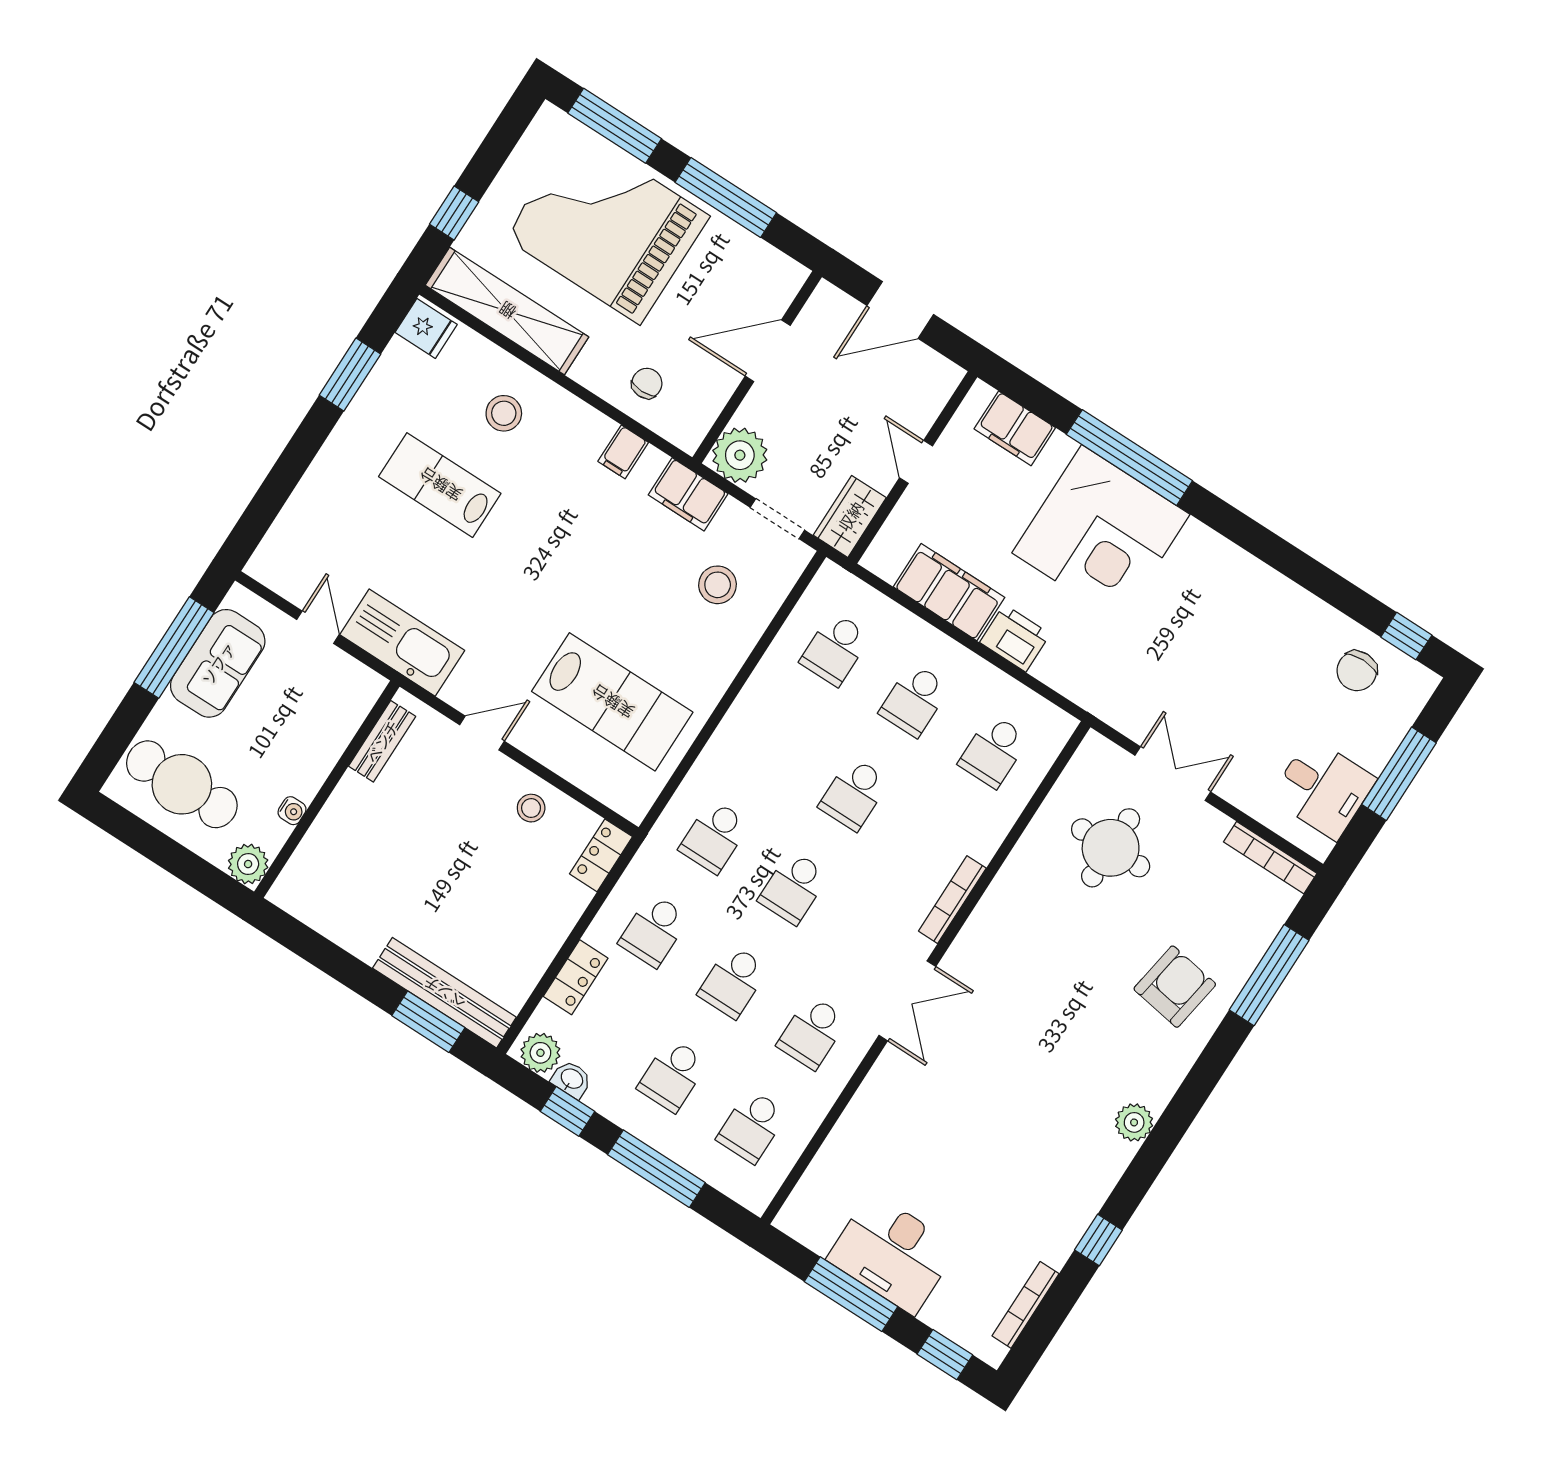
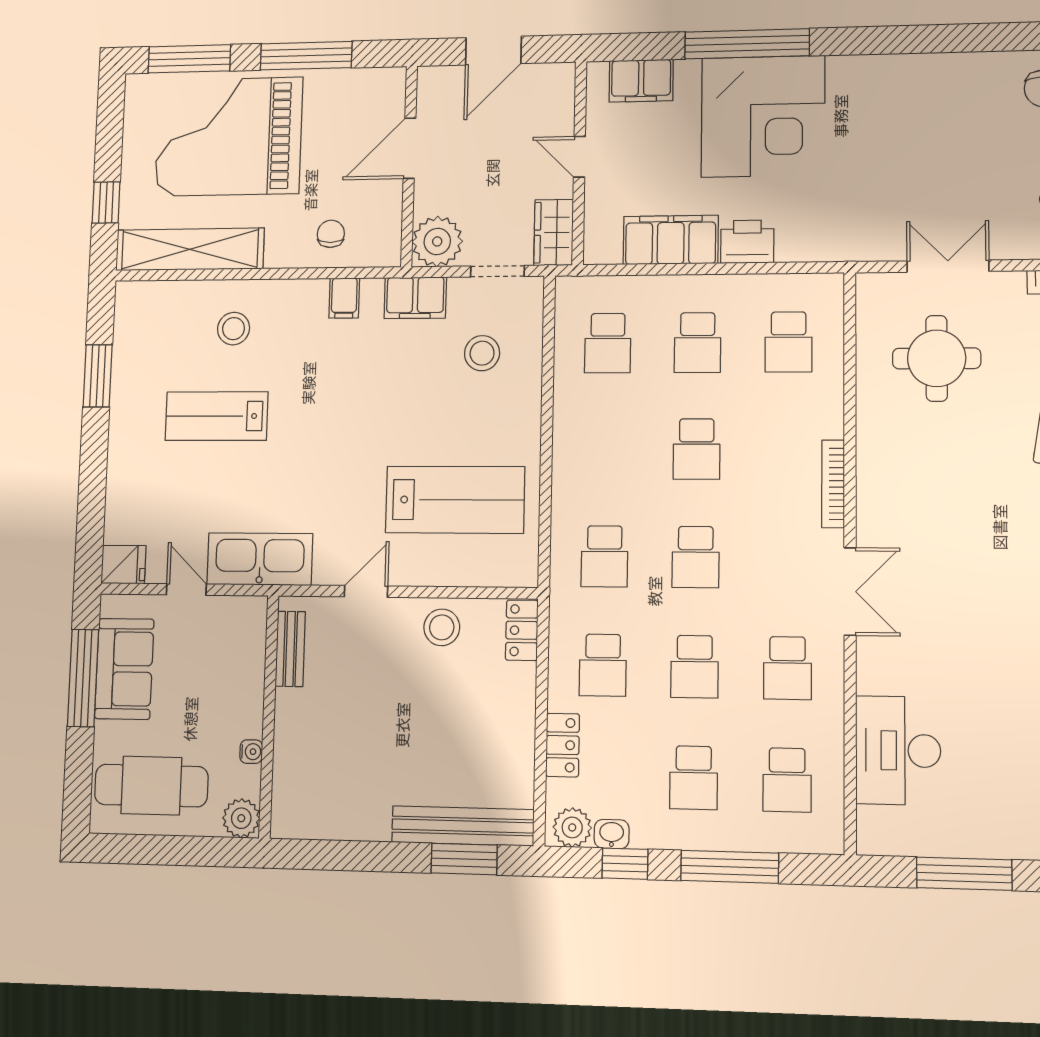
fridge: (426, 328) -> (123, 565), moved
stool: (531, 808) -> (442, 627), width x1.37, depth x1.37
desk: (892, 1253) -> (898, 750), moved, turned 90

